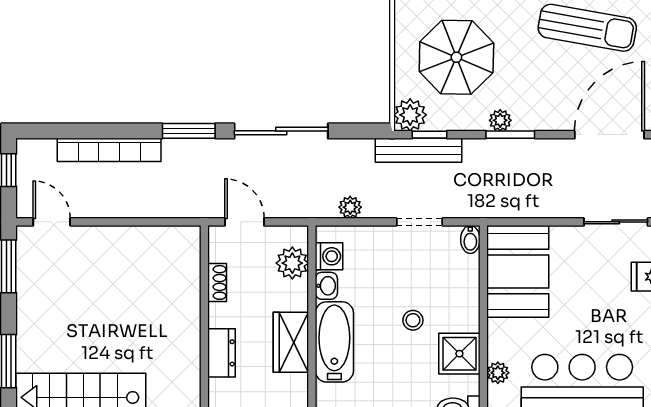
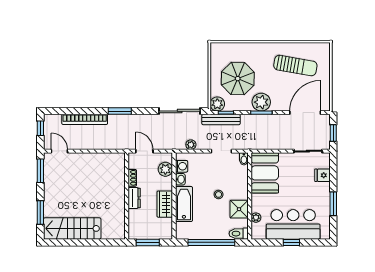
plant: (500, 120) -> (261, 102), width x1.88, depth x1.88
sliding door: (281, 131) -> (180, 111), moved
dresser: (221, 353) -> (134, 198), moved

